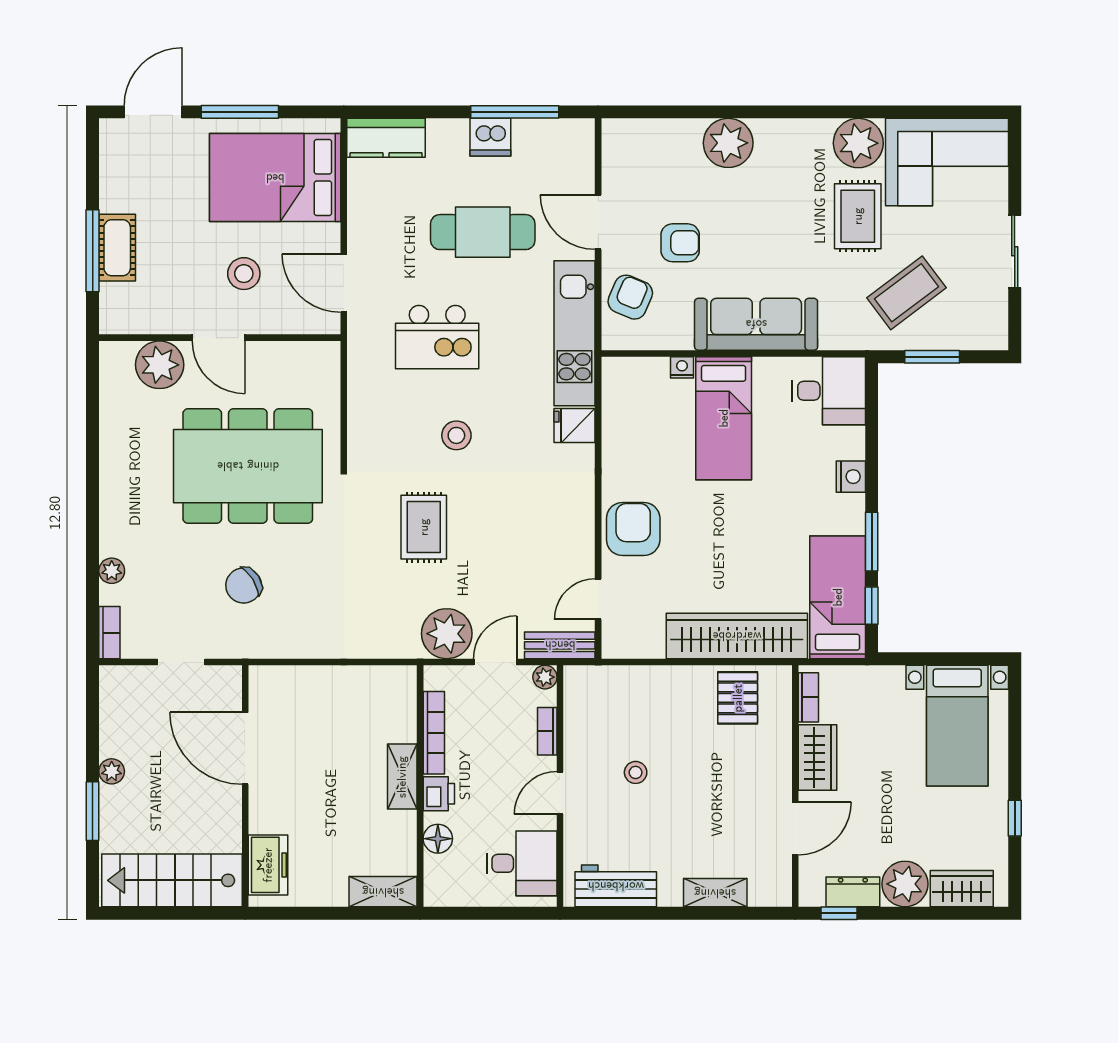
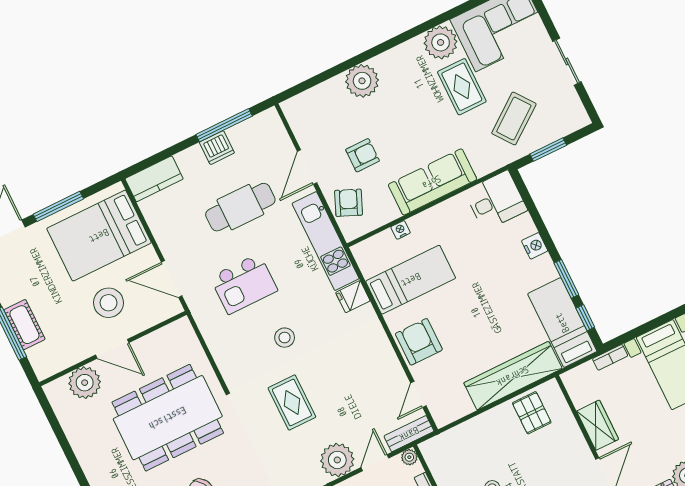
door: (598, 222) -> (307, 167), hinge flipped
stool: (244, 274) -> (108, 303), width x1.38, depth x1.38
bed: (724, 418) -> (411, 280), moved, turned -90
bookcase: (808, 697) -> (610, 357), moved, turned 90

